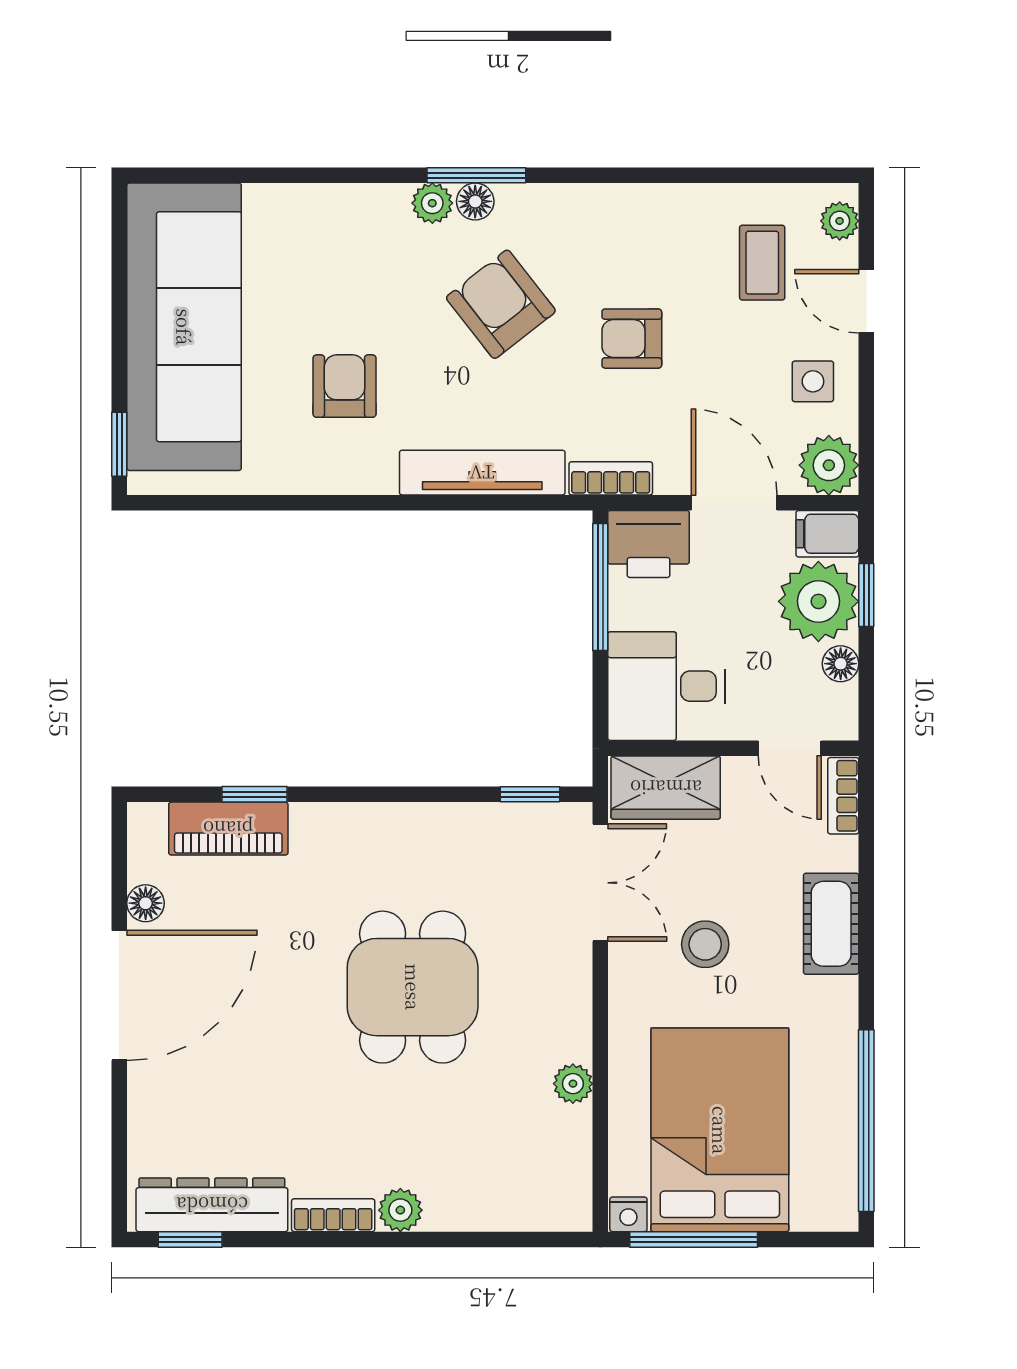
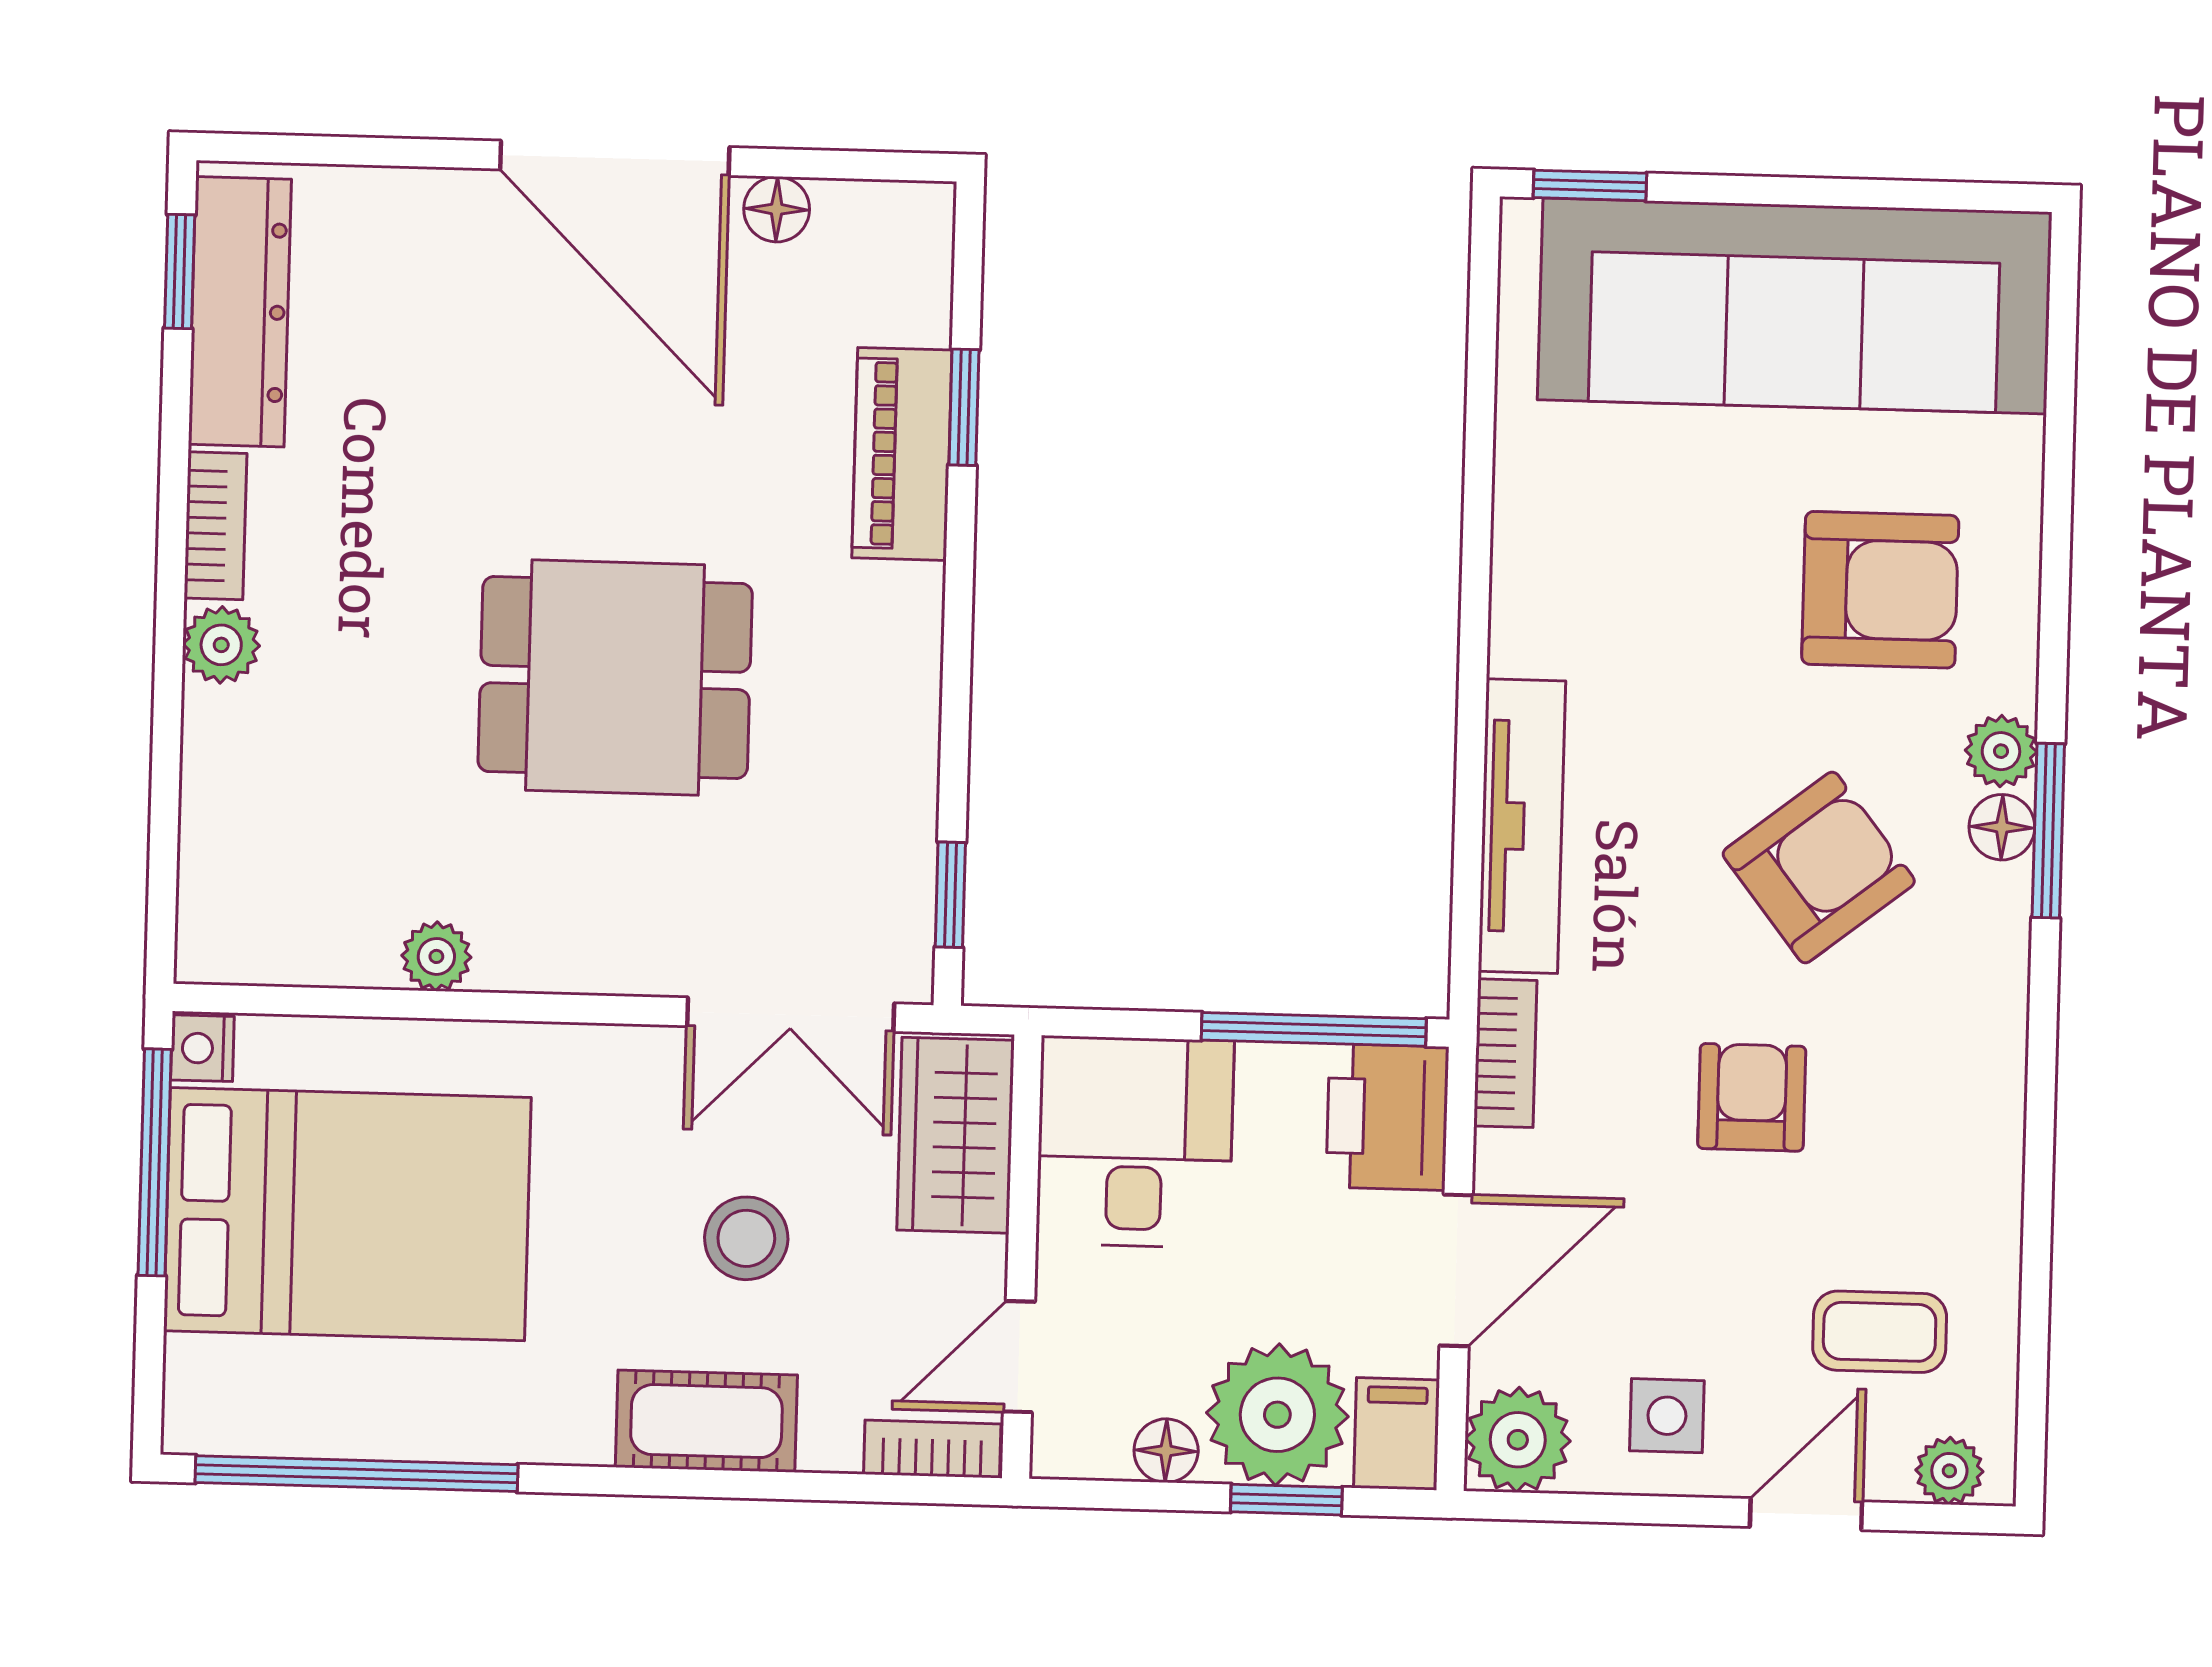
armchair: (345, 386) -> (1880, 590), moved, width x1.38, depth x1.38
piano: (228, 829) -> (902, 454), moved
stool: (705, 944) -> (746, 1238), moved

